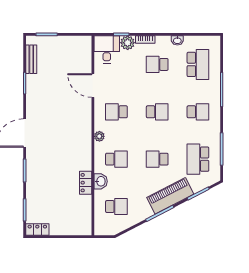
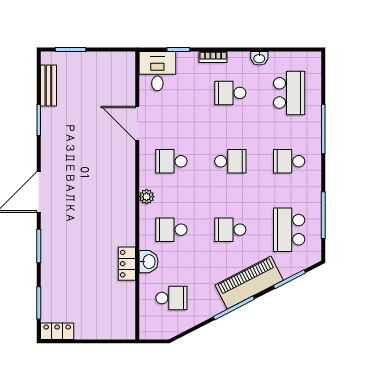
plant: (128, 43) -> (187, 62), removed
school desk: (198, 112) -> (289, 161), turned 180
school desk: (116, 159) -> (171, 230), turned 180

